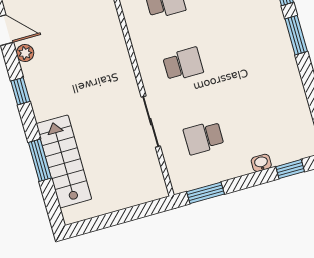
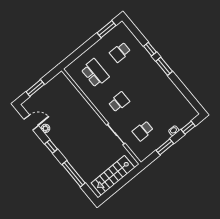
window: (40, 160) -> (74, 174), width x1.44
stairs: (64, 161) -> (113, 175), moved, turned -90
window: (206, 193) -> (165, 147), moved

